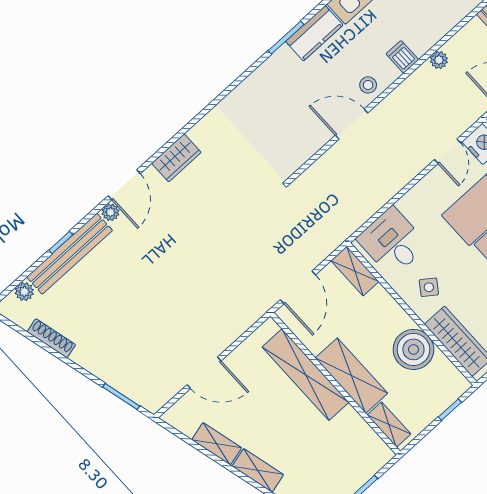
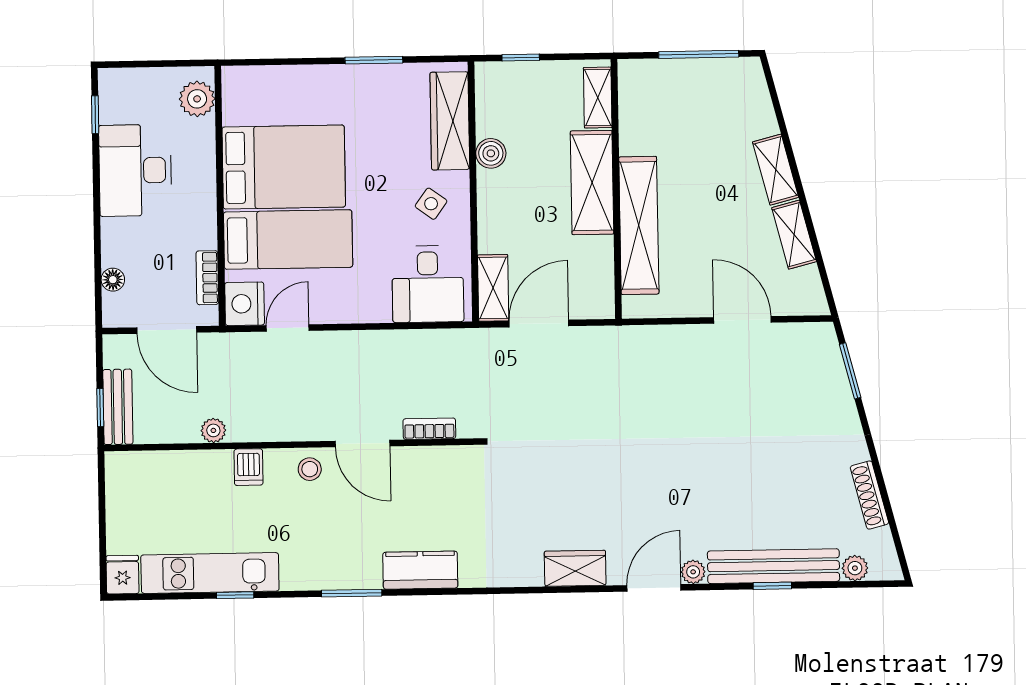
kitchen counter: (314, 33) -> (420, 570), moved
bookcase: (322, 164) -> (429, 429), added
door: (298, 287) -> (539, 324), moved
boiler: (413, 349) -> (491, 153), width x0.54, depth x0.54

